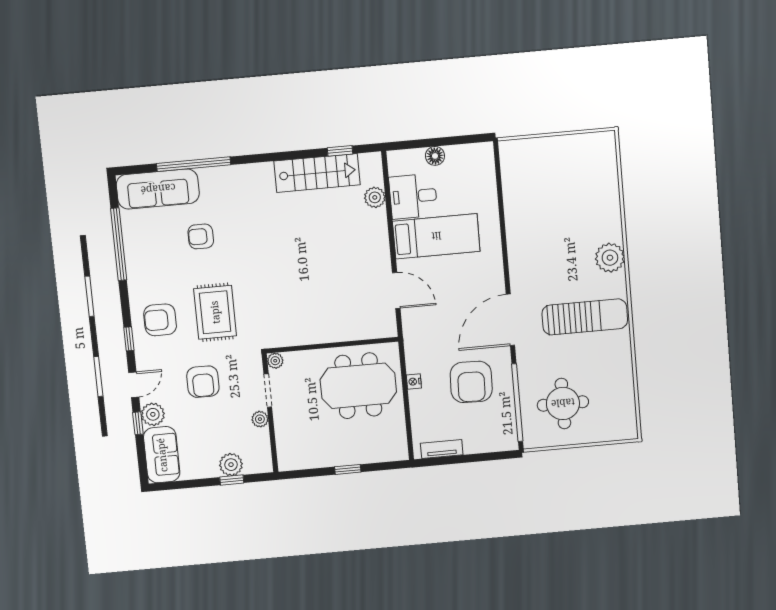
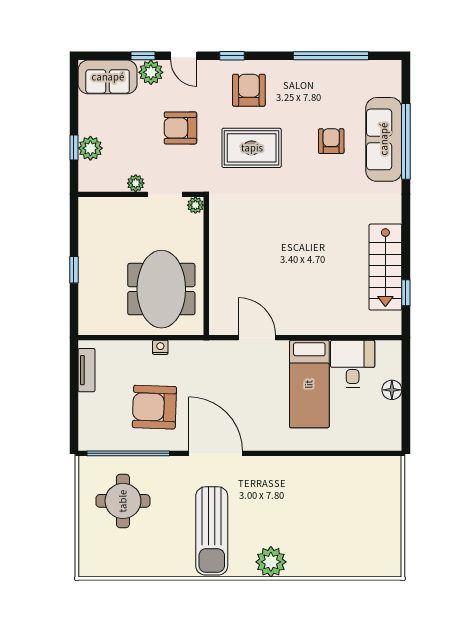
sofa: (158, 189) -> (384, 139), moved
plant: (375, 197) -> (355, 324), removed
door: (396, 291) -> (257, 338), swing flipped

